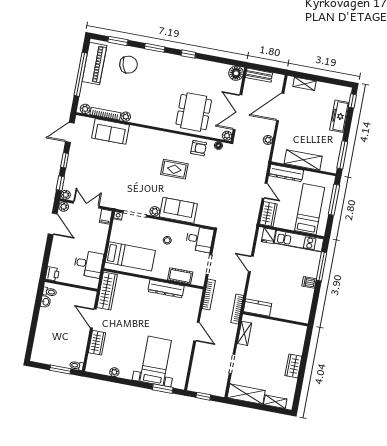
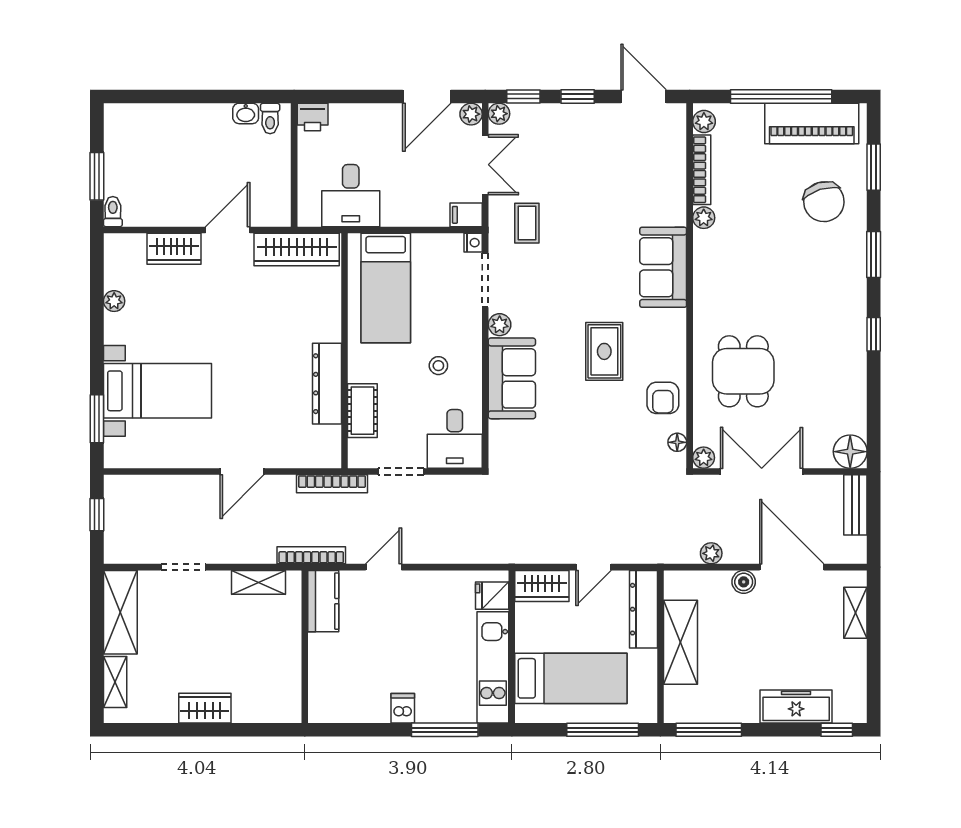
dining table: (194, 112) -> (743, 371), width x0.73
boiler: (283, 129) -> (744, 582), added
sofa: (111, 131) -> (663, 267), moved
coffee table: (114, 192) -> (527, 223), added
door: (251, 264) -> (384, 567), moved

